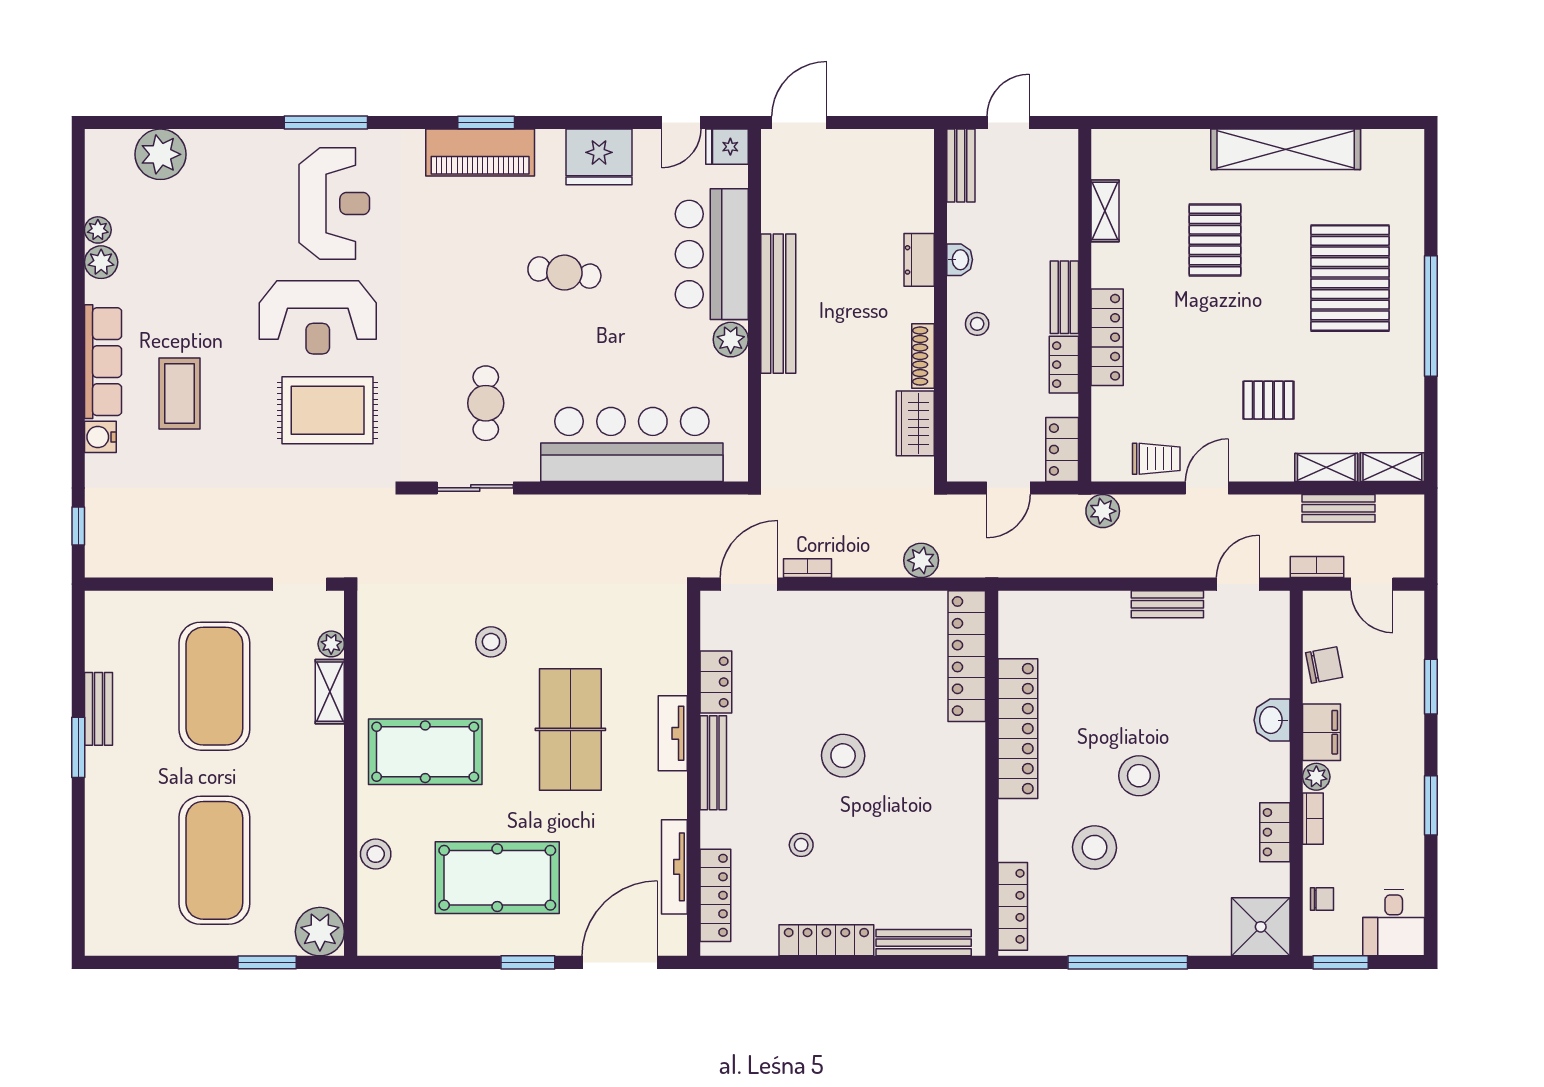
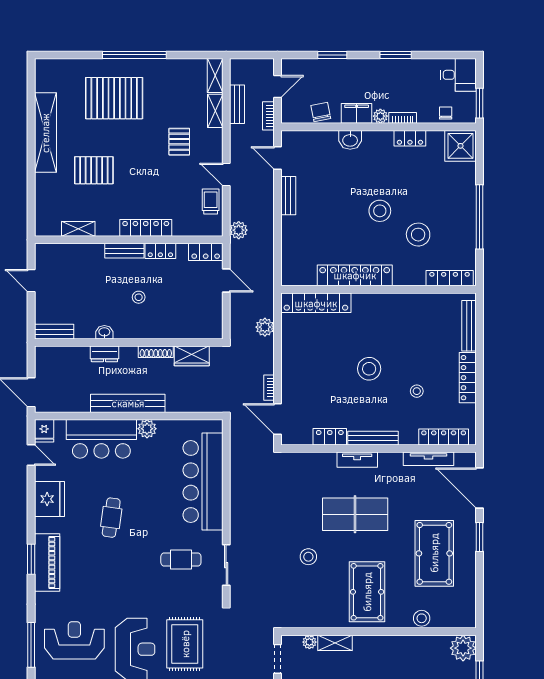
bench: (961, 166) -> (54, 332), moved
dresser: (919, 260) -> (104, 354), moved
washbasin: (960, 260) -> (104, 332), moved
wall: (940, 305) -> (129, 342), moved
shoe rack: (923, 356) -> (156, 352), moved
wardrobe: (915, 423) -> (192, 356), moved

